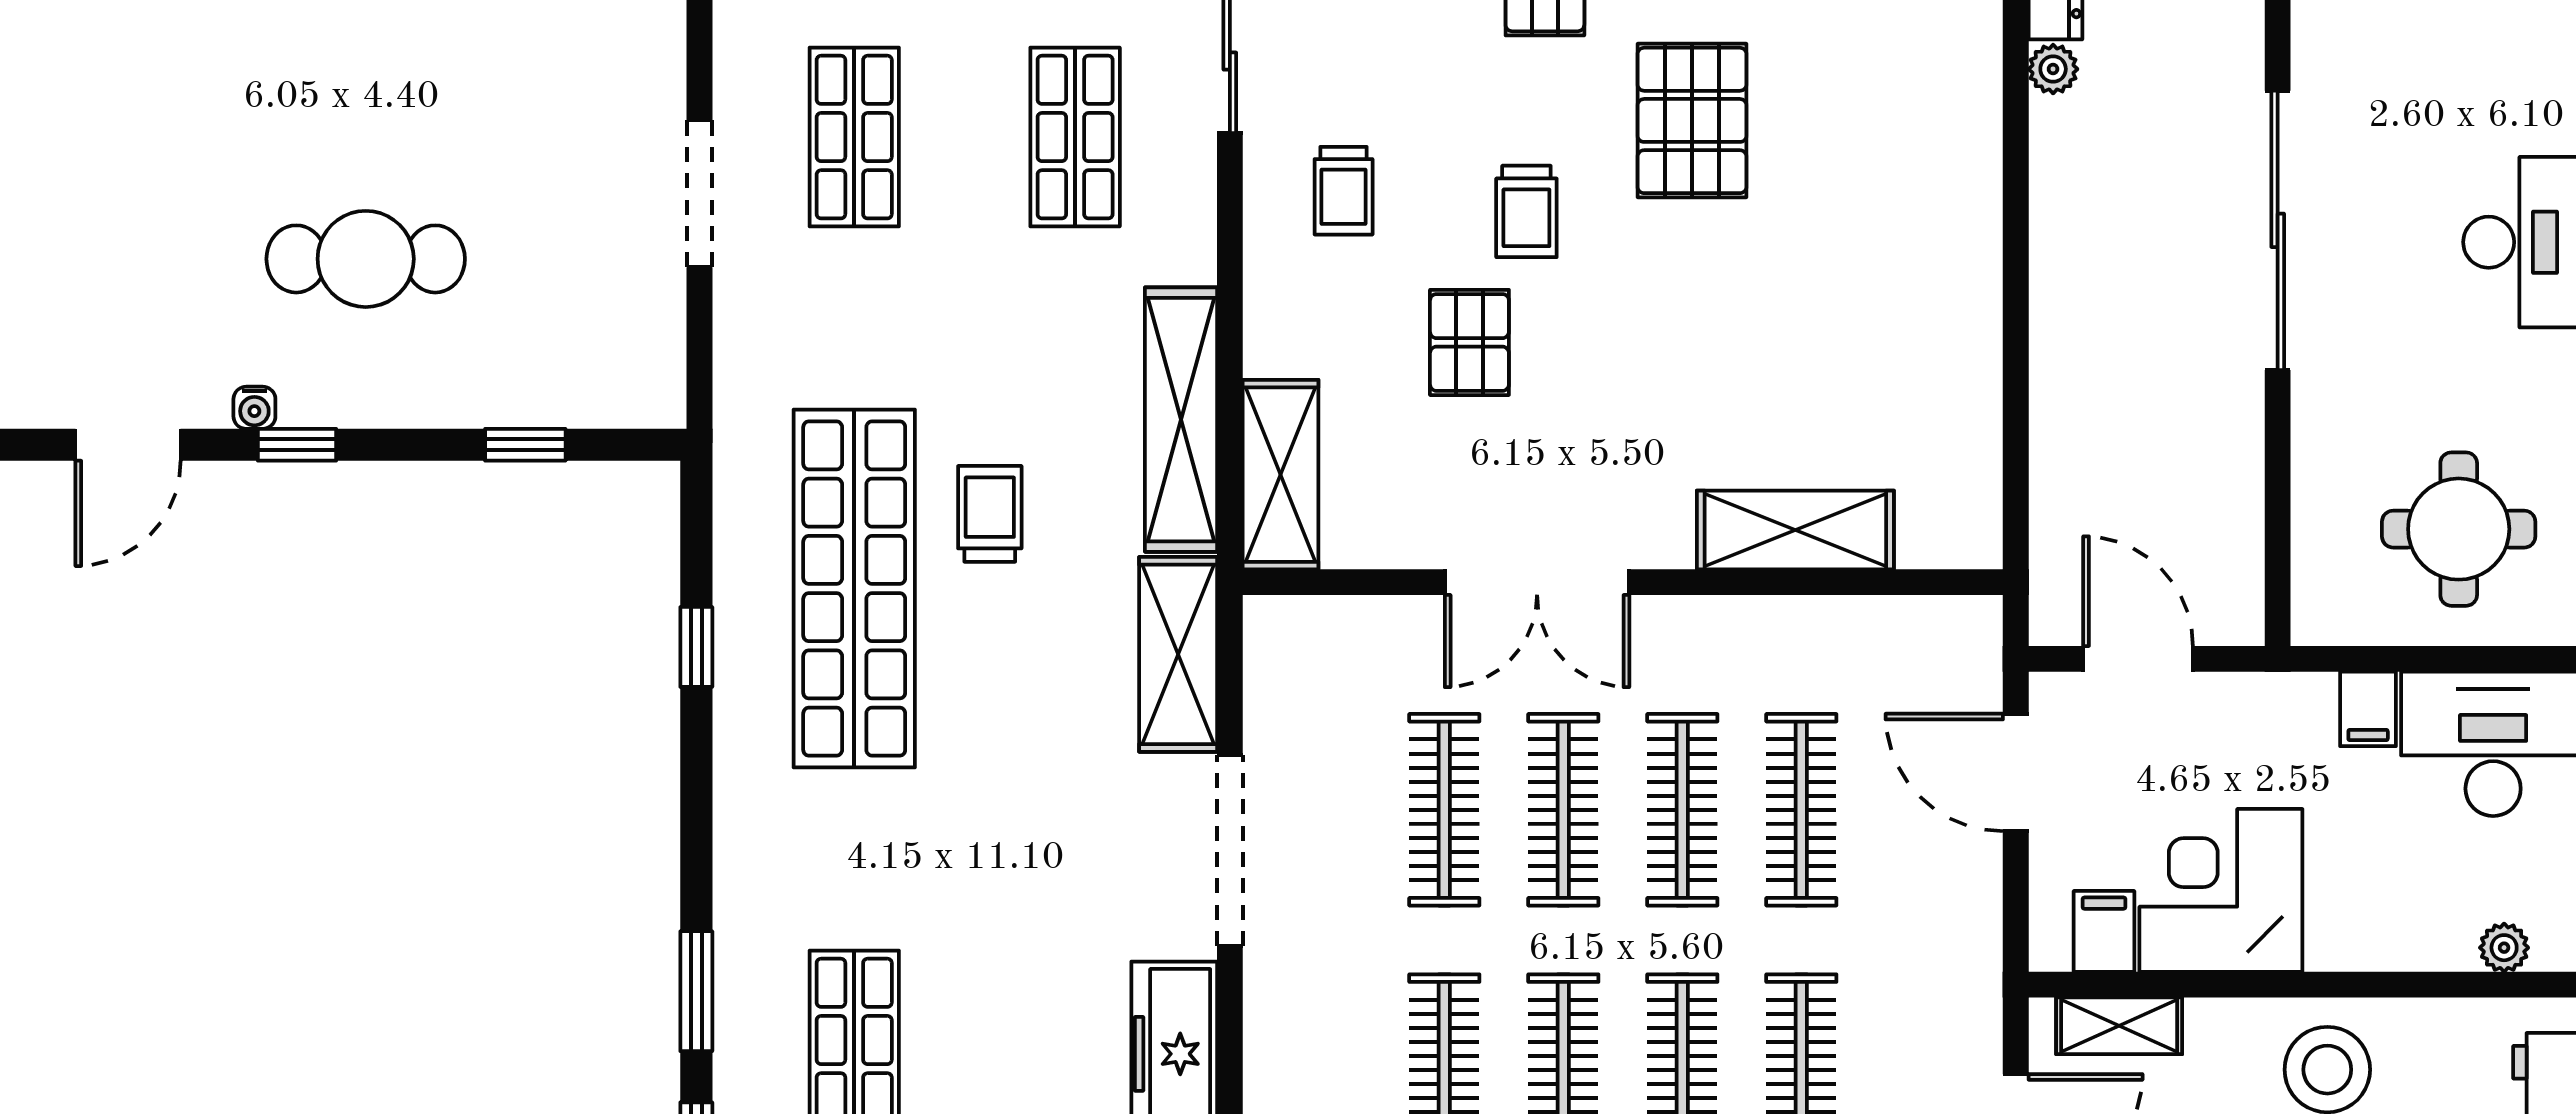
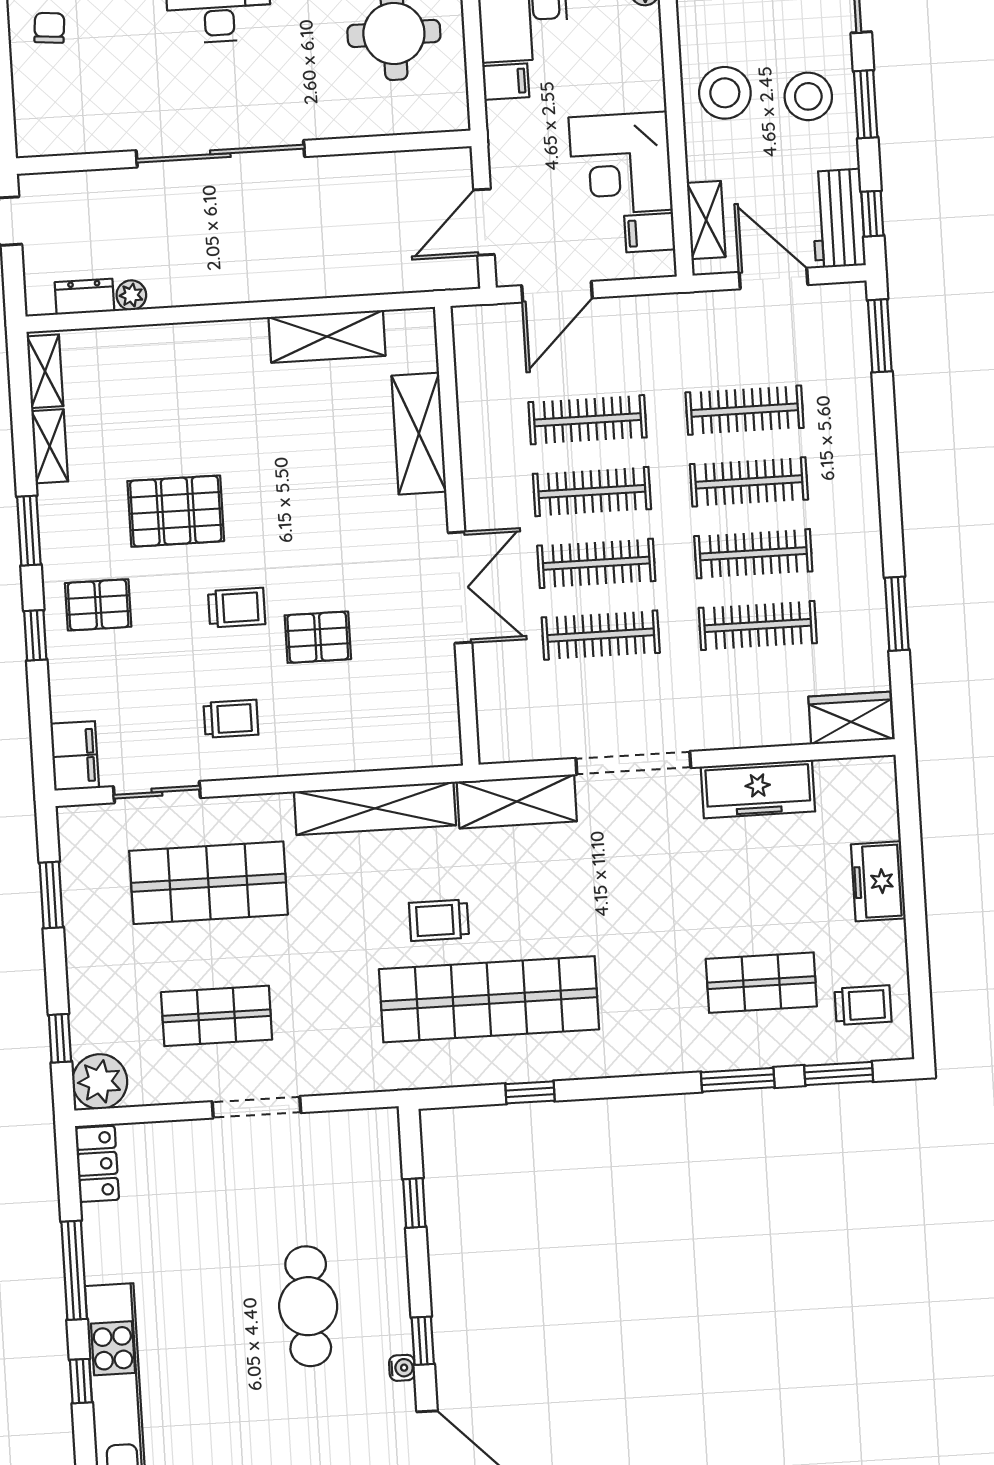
shop shelf: (1075, 137) -> (208, 883), width x1.43, depth x1.36
shelving: (1281, 475) -> (327, 336), moved

